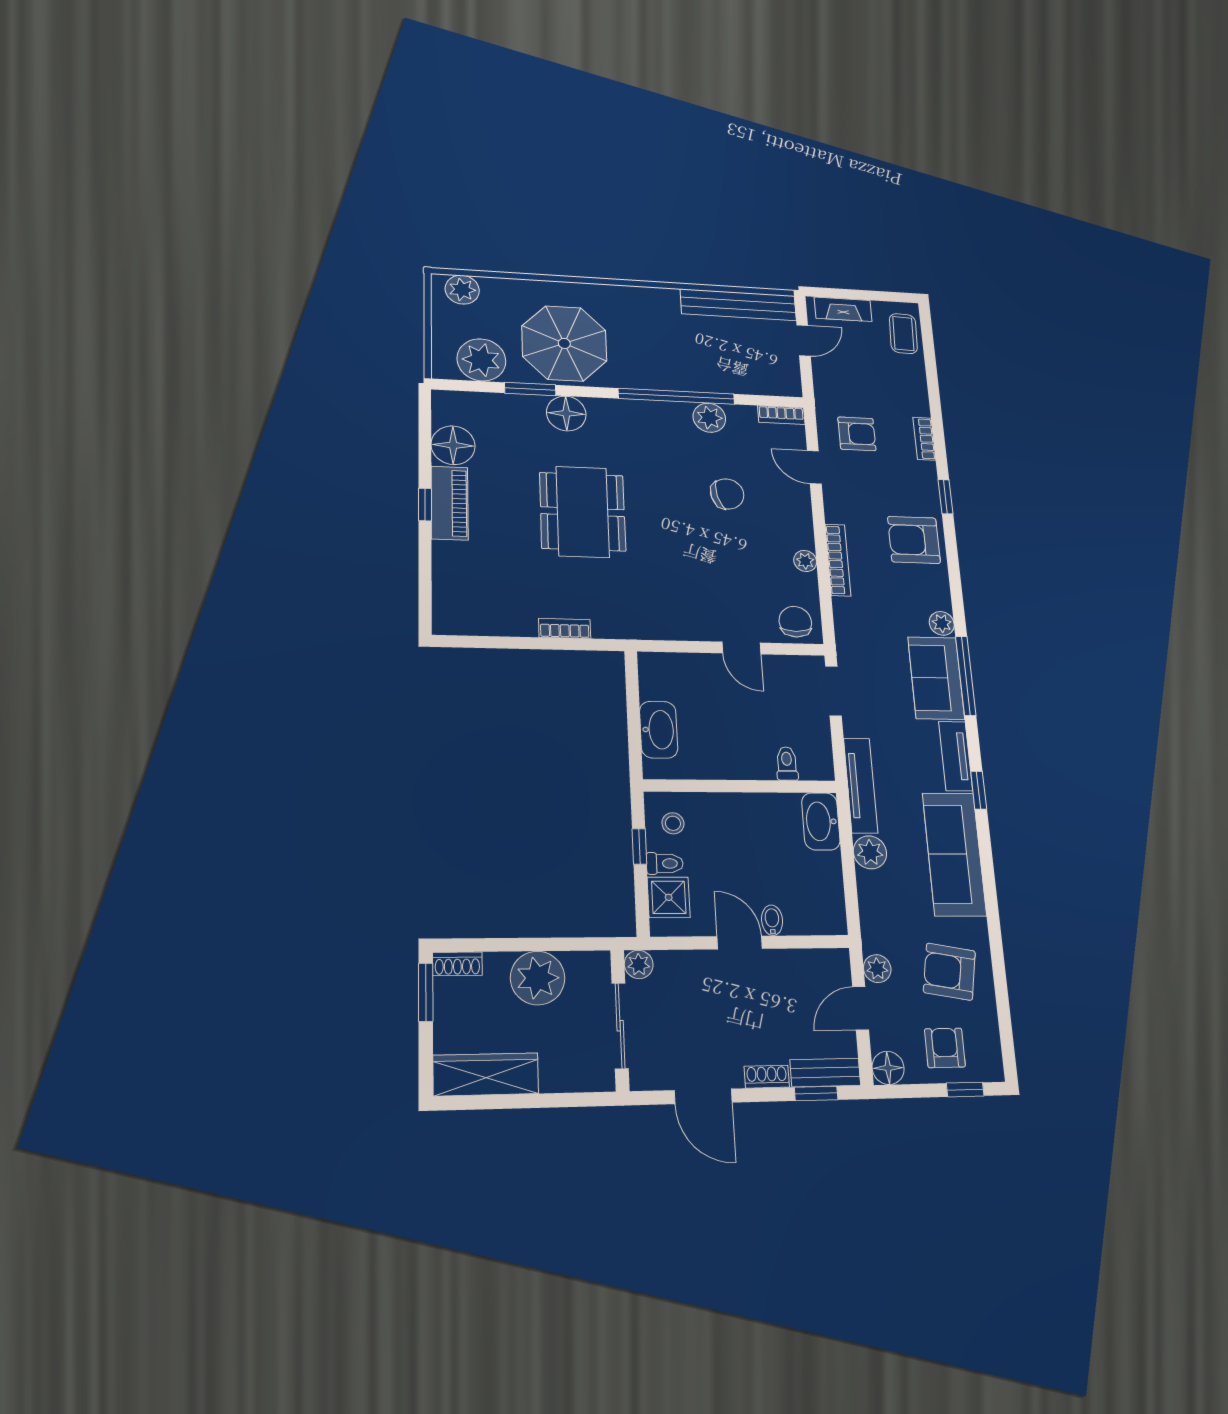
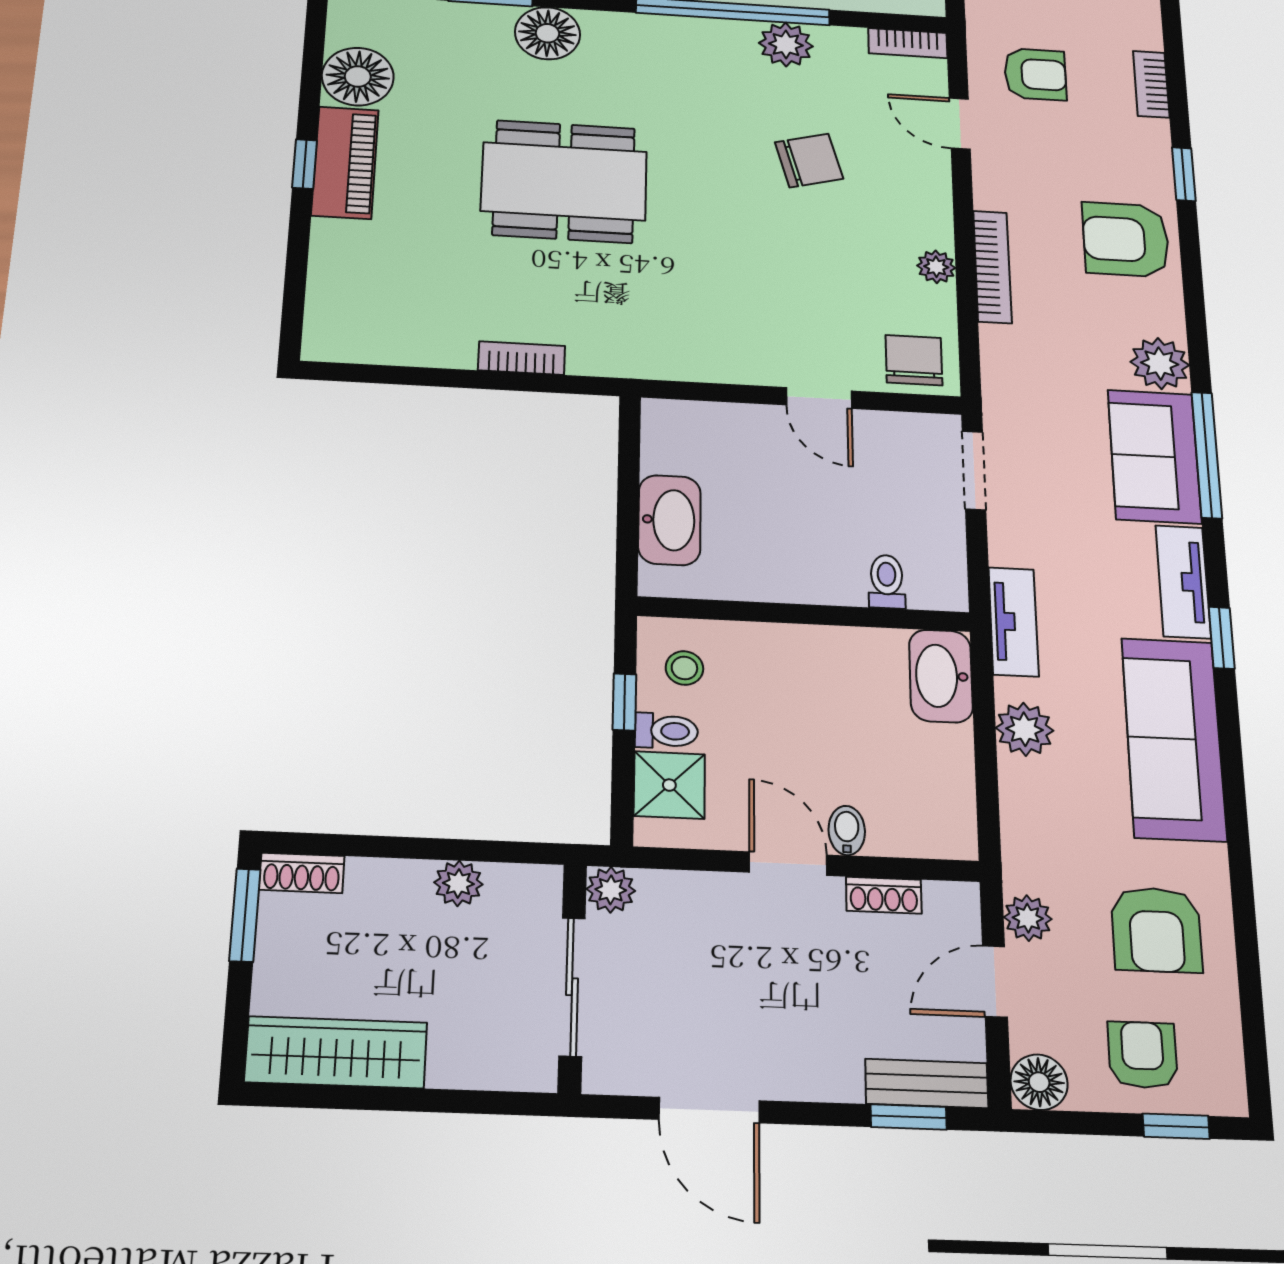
dining table: (583, 512) -> (564, 181), turned 90
plant: (942, 623) -> (1160, 363), width x1.38, depth x1.38
tv unit: (861, 785) -> (1014, 622), width x0.71
armchair: (949, 972) -> (1156, 930), turned -100
plant: (538, 978) -> (458, 883), width x0.53, depth x0.53
shoe rack: (767, 1077) -> (884, 895), moved, turned 180

